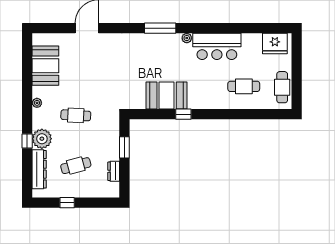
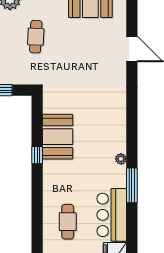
window: (160, 28) -> (132, 185), moved
bar counter: (217, 46) -> (112, 215), moved

